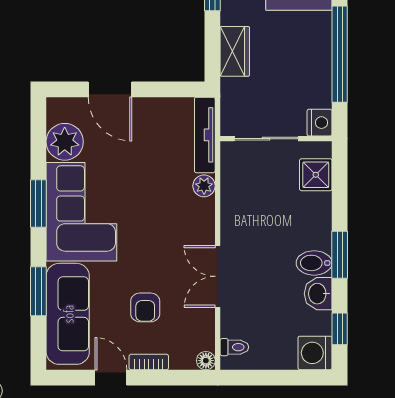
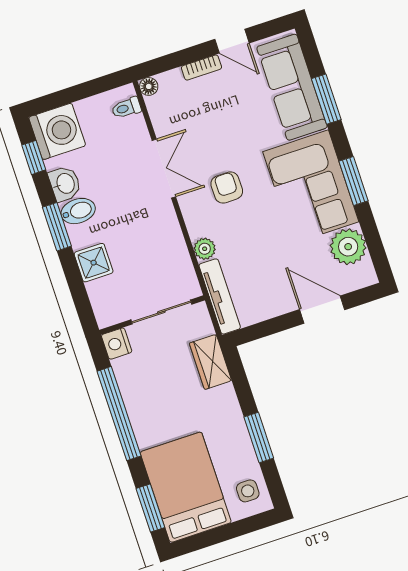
wardrobe: (235, 51) -> (210, 362), moved
shower: (316, 175) -> (94, 263), moved
armchair: (145, 307) -> (227, 188), moved
washing machine: (315, 353) -> (57, 131), width x1.37, depth x1.37

